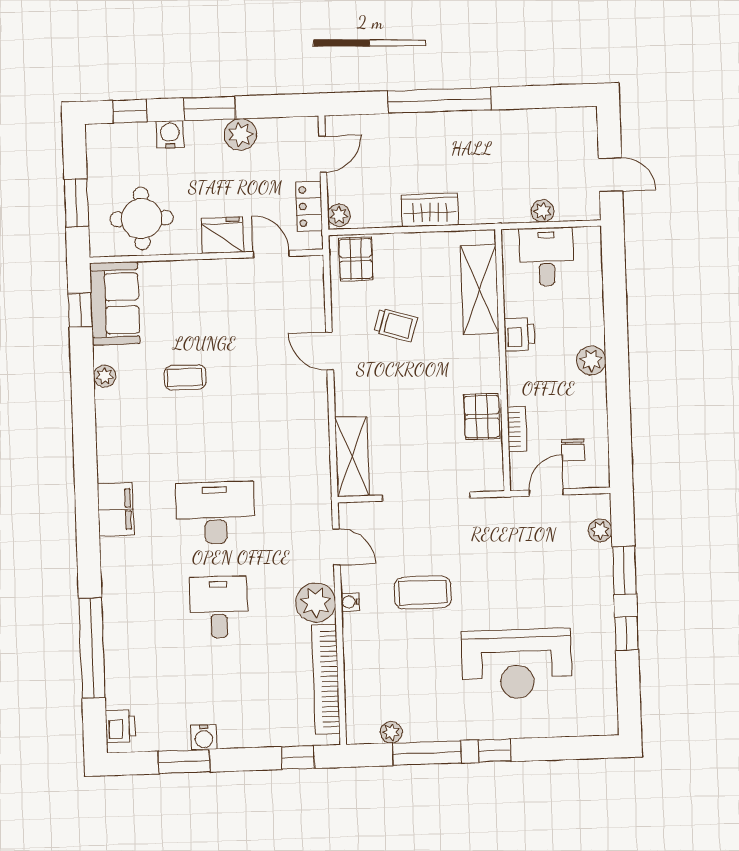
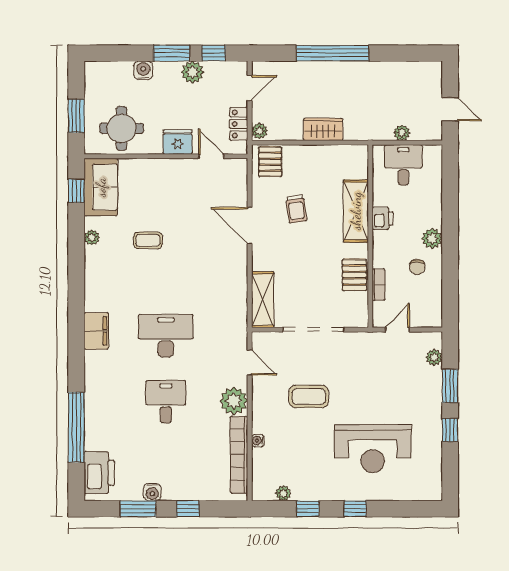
window: (130, 111) -> (214, 53), moved
shelving: (480, 289) -> (356, 211), moved
trolley: (396, 325) -> (296, 209), turned 65
door: (330, 351) -> (250, 226), width x1.38
chair: (573, 450) -> (417, 267), moved
water cooler: (350, 602) -> (258, 441), moved
printer: (120, 726) -> (99, 473), width x1.87, depth x1.48
window: (427, 753) -> (308, 509), width x0.46
window: (298, 758) -> (188, 509), moved

